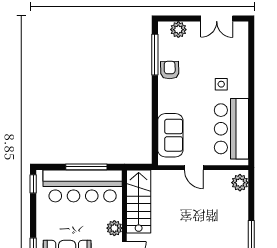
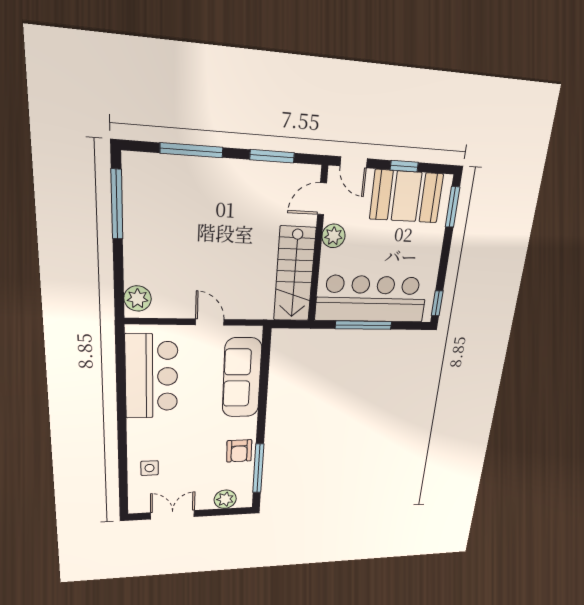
side table: (221, 84) -> (150, 468), moved
sofa: (170, 135) -> (242, 378), width x1.36

